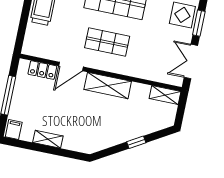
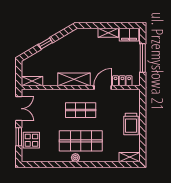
filing cabinet: (14, 130) -> (129, 35), width x2.00

